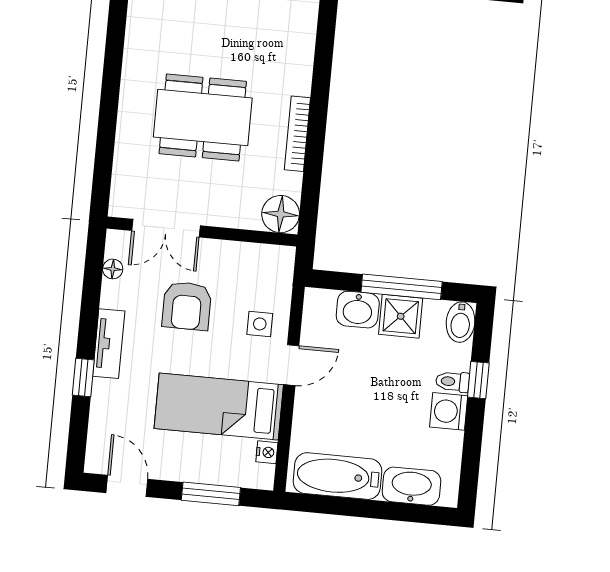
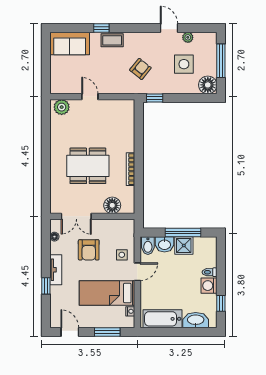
floor lamp: (281, 214) -> (112, 205), moved
bidet: (460, 322) -> (148, 246), moved
window: (478, 380) -> (221, 303), moved

